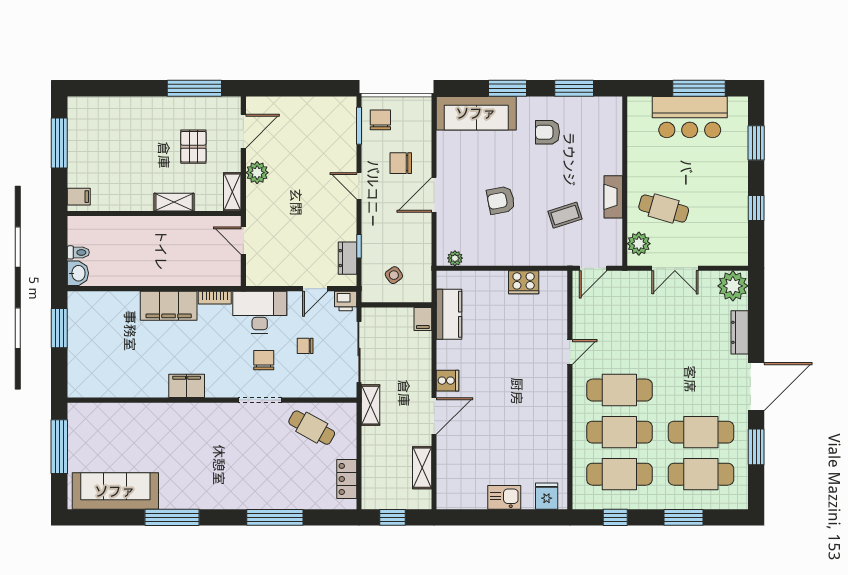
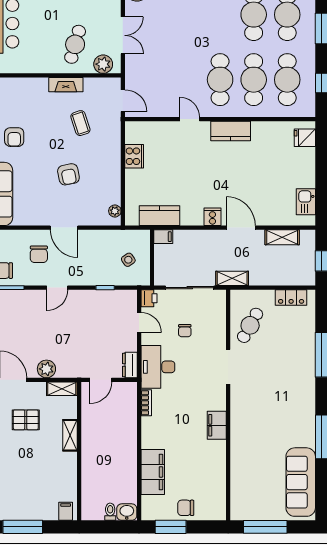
dresser: (347, 258) -> (130, 365), moved, turned 90
filing cabinet: (169, 306) -> (153, 472), moved
chair: (264, 360) -> (186, 508), moved
kitchen counter: (555, 403) -> (231, 131), added
kitchen sink: (504, 497) -> (306, 202), moved

